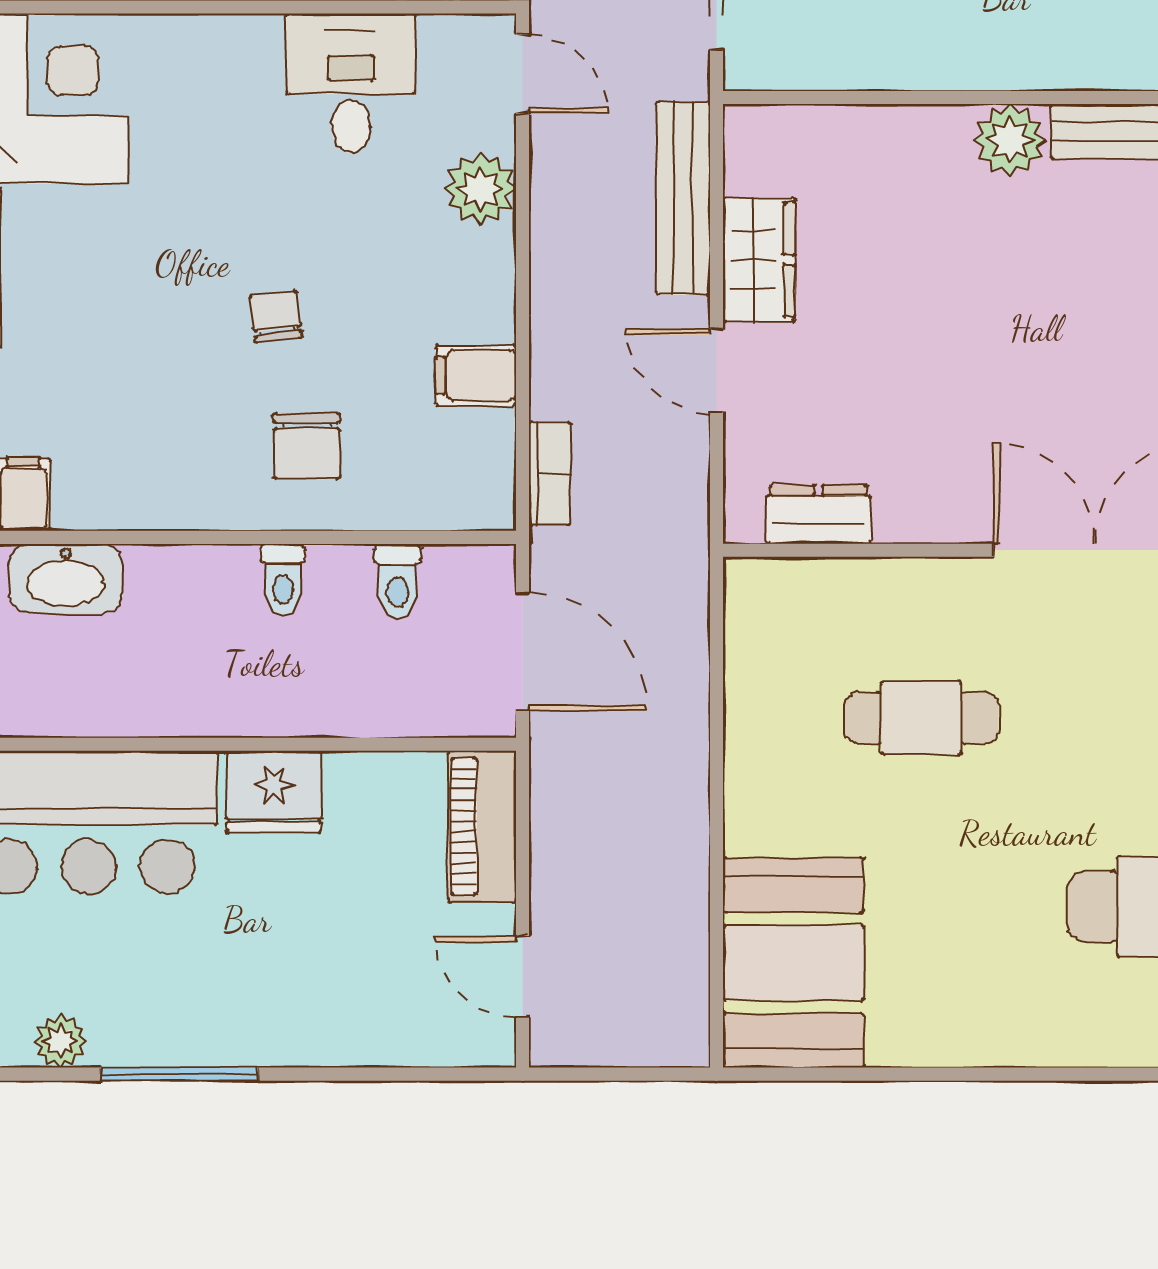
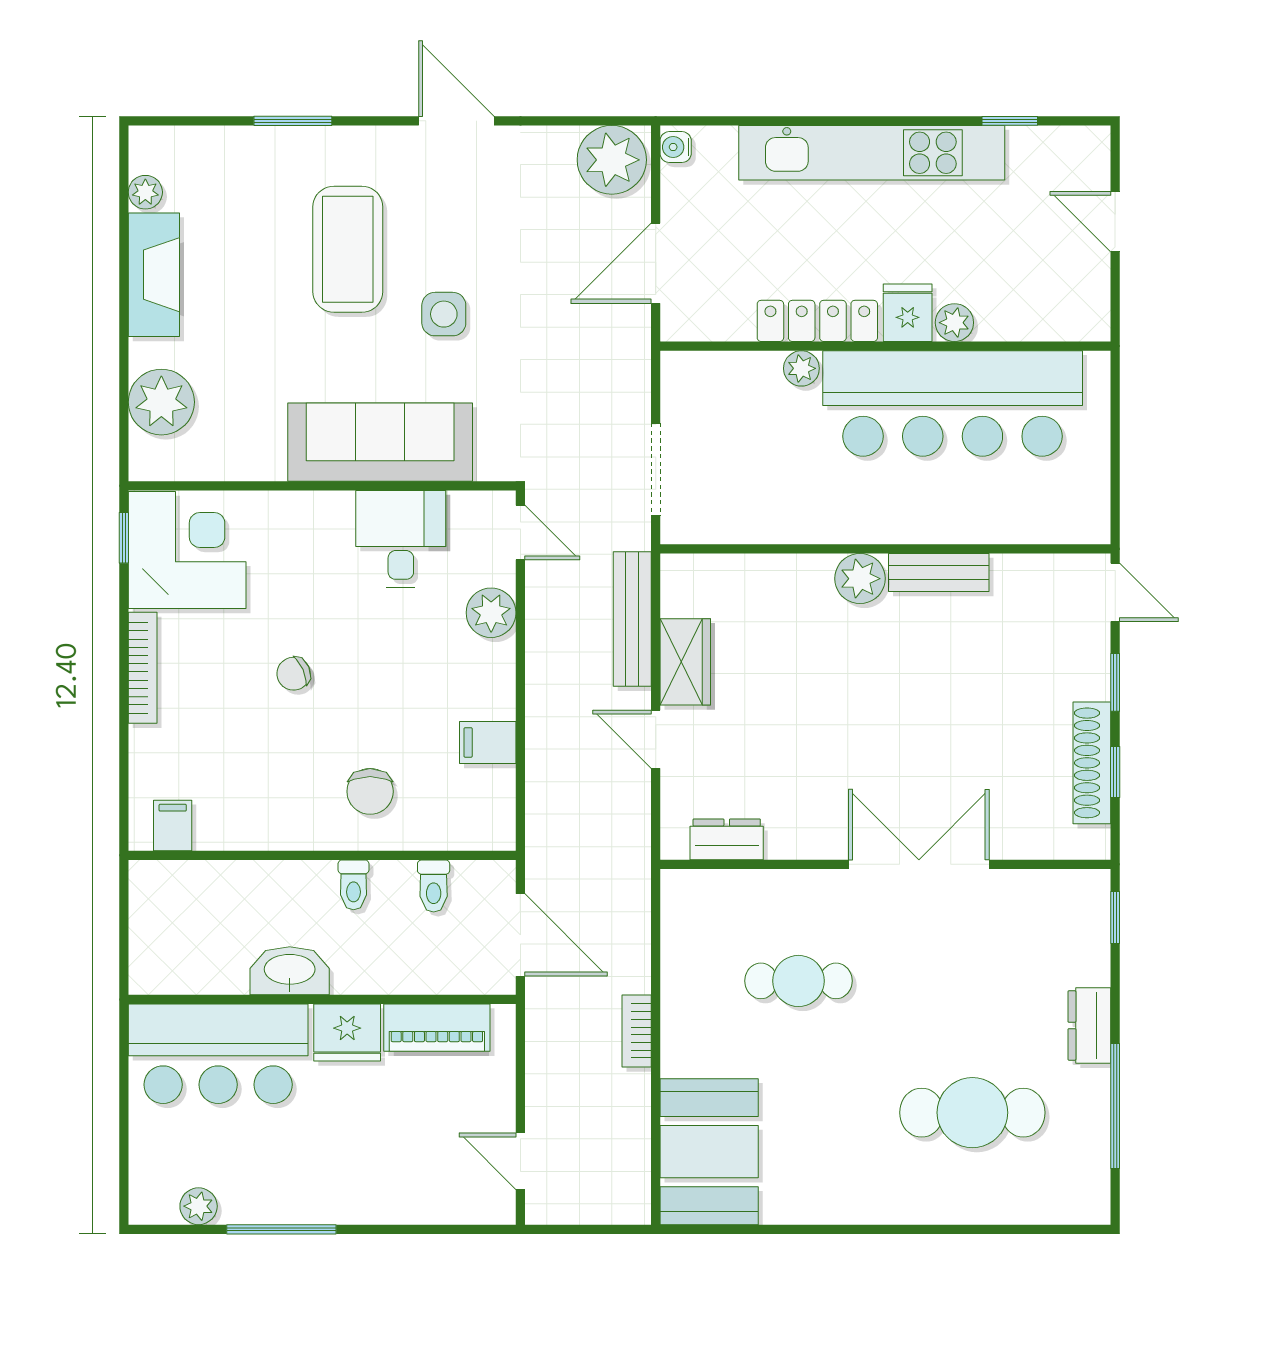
chair: (276, 317) -> (294, 674), moved, turned -107
bookcase: (550, 474) -> (637, 1031), moved, turned 180
washbasin: (66, 579) -> (290, 971), moved, turned 180
piano: (482, 827) -> (437, 1028), moved, turned -90

